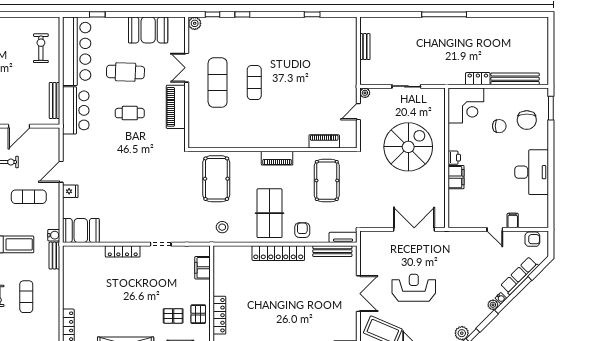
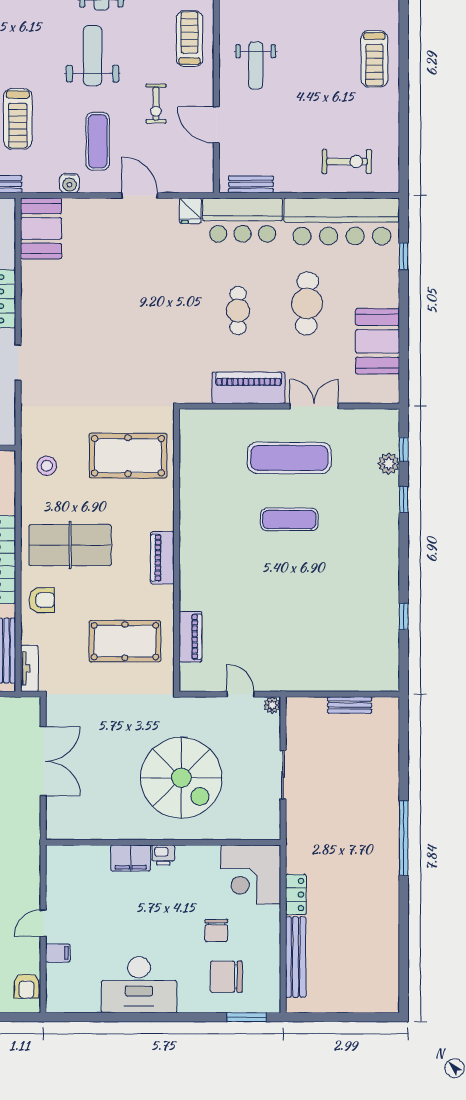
plant: (195, 23) -> (389, 464), moved
bench: (55, 101) -> (251, 184), width x0.73
fridge: (70, 191) -> (190, 211), moved
double door: (414, 229) -> (43, 761), moved
water cooler: (54, 235) -> (70, 183), moved

